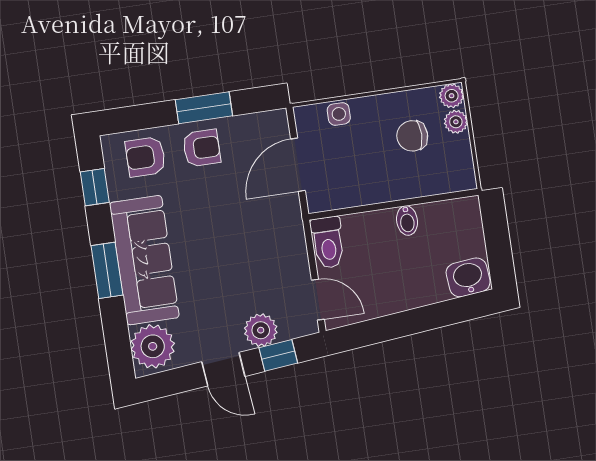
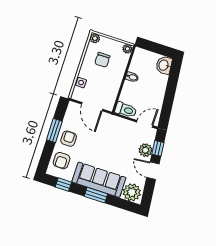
plant: (456, 122) -> (127, 49), moved
door: (223, 369) -> (153, 171), swing flipped

